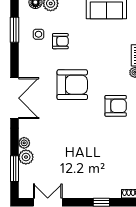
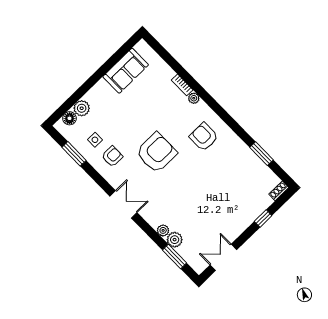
armchair: (60, 41) -> (112, 156), moved
double door: (15, 98) -> (123, 204), width x0.73
armchair: (116, 106) -> (204, 137), turned -90

